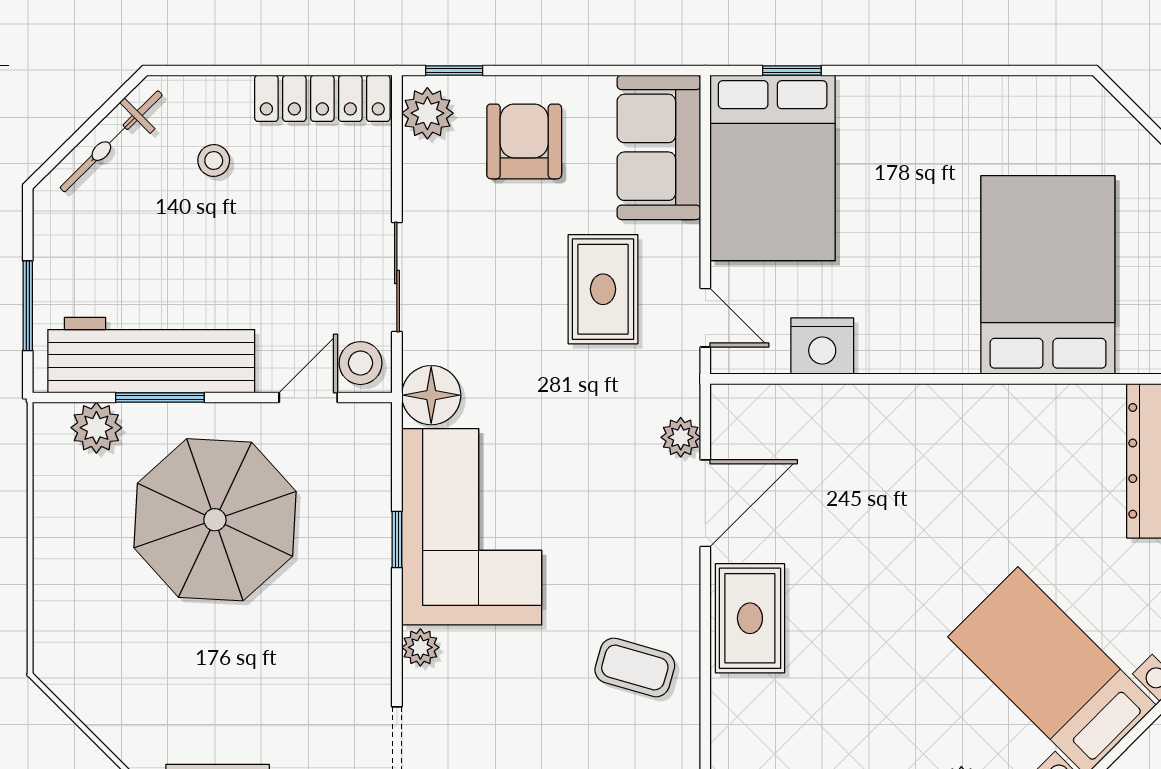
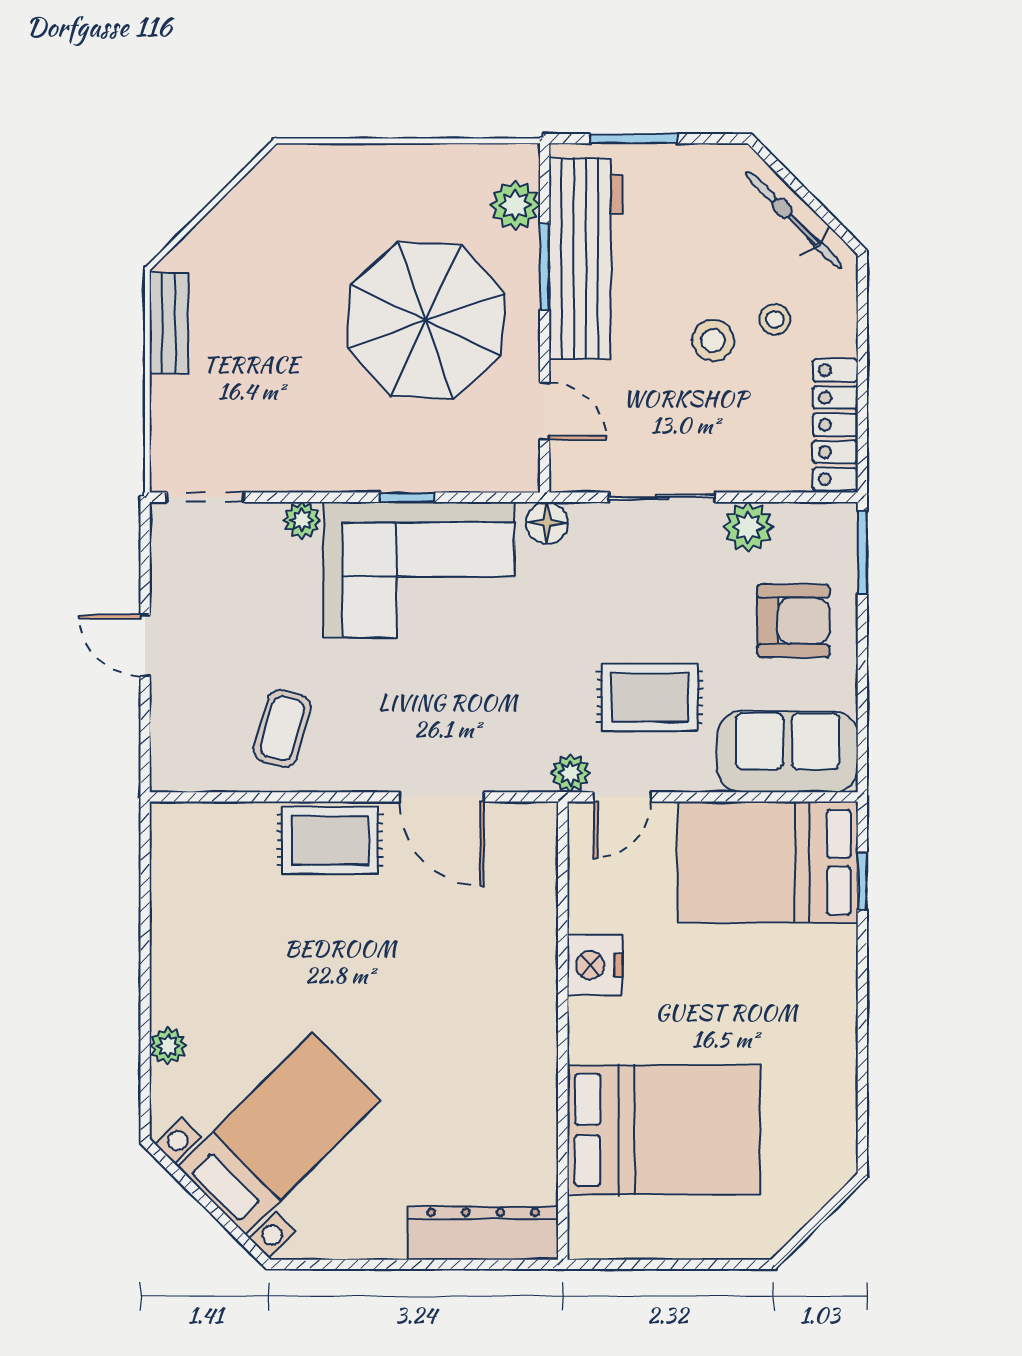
window: (454, 70) -> (862, 553), width x1.50
plant: (427, 113) -> (748, 527), moved
nightstand: (822, 346) -> (595, 965), moved
stool: (360, 363) -> (713, 341), moved
floor lamp: (431, 395) -> (547, 523), width x0.73, depth x0.73
plant: (681, 437) -> (570, 773), moved

